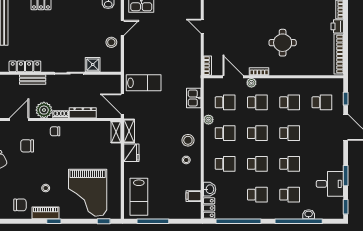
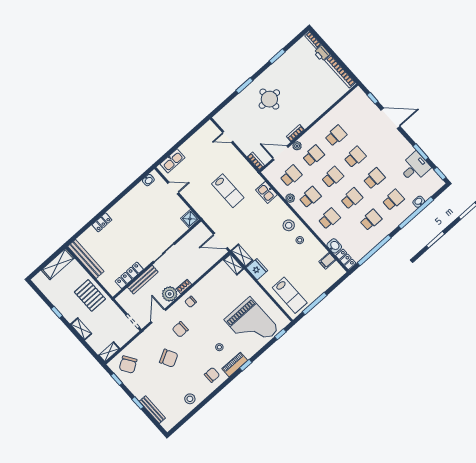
door: (122, 28) -> (173, 188), hinge flipped
stool: (111, 42) -> (174, 205), removed
round table: (283, 43) -> (269, 99), moved
shower: (93, 65) -> (190, 219), moved
bench: (33, 80) -> (143, 280), width x1.36
lab bench: (144, 83) -> (228, 191), moved, turned 90
school desk: (322, 102) -> (358, 116), removed
dresser: (83, 113) -> (198, 272), removed

